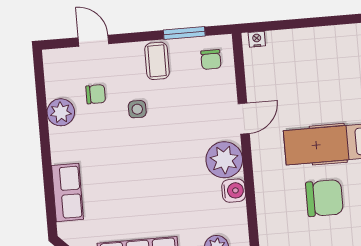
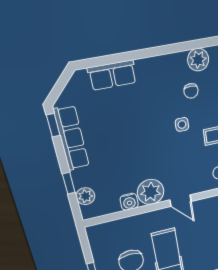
plant: (61, 112) -> (198, 60), moved

